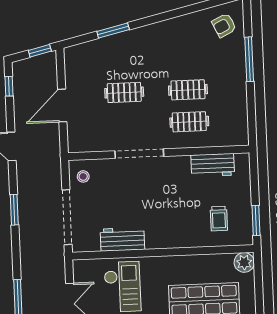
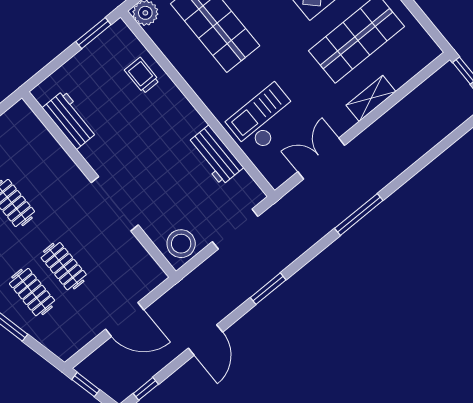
clothes rail: (189, 122) -> (32, 292), moved
stool: (83, 176) -> (181, 244), width x1.89, depth x1.89
doorway: (67, 217) -> (235, 229), width x0.73
trolley: (219, 219) -> (142, 75), moved, turned -90

